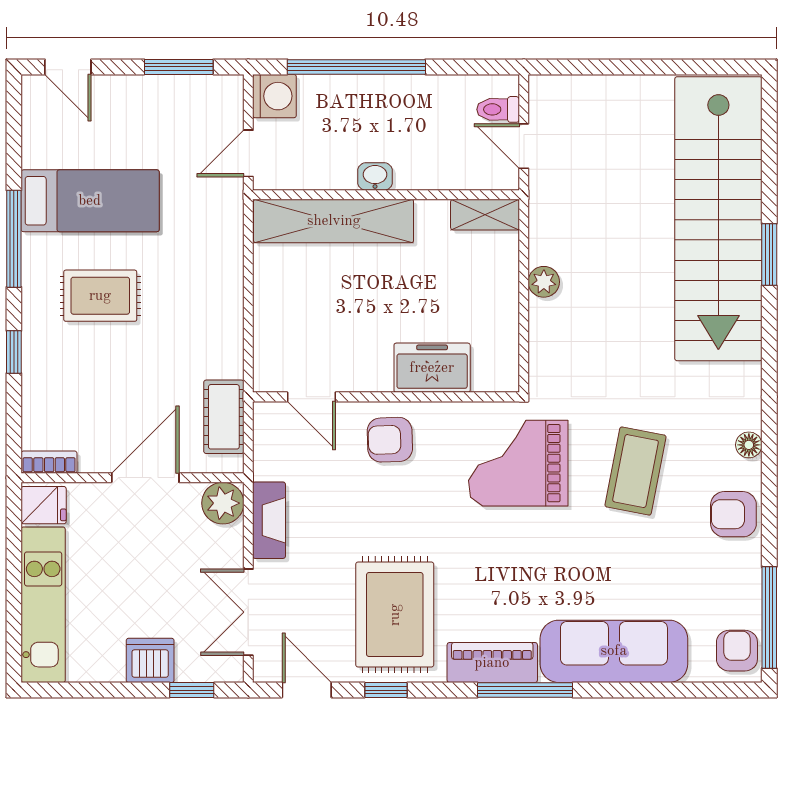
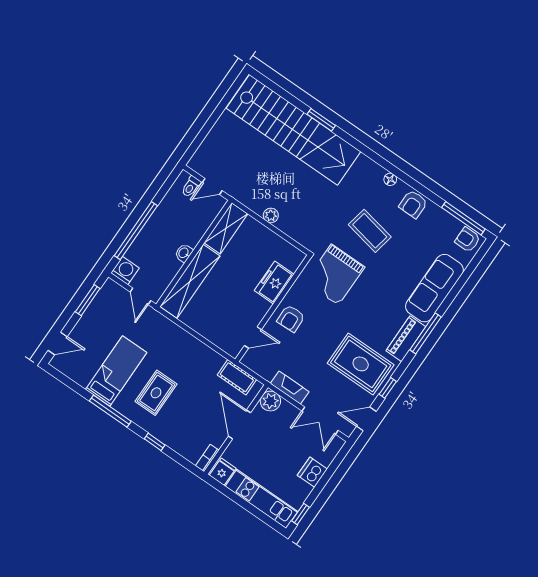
shelving: (485, 215) -> (226, 228), width x1.50, depth x1.33
window: (192, 690) -> (300, 514), moved

